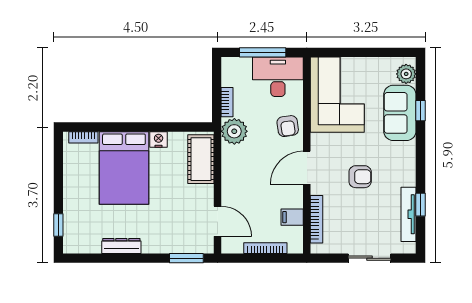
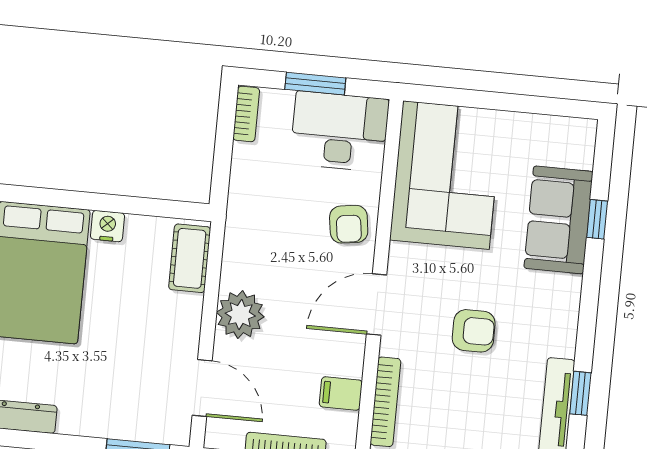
window: (263, 52) -> (315, 84), width x0.69
plant: (406, 74) -> (577, 149), removed
bookcase: (227, 102) -> (246, 114), moved
plant: (234, 131) -> (240, 315), moved
cot: (201, 159) -> (190, 258), width x0.73, depth x0.75

